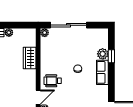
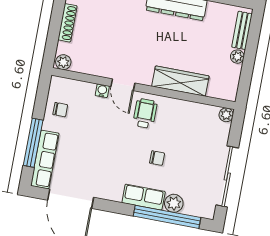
sliding door: (68, 25) -> (227, 176), moved
window: (111, 56) -> (167, 217), width x3.17
wardrobe: (30, 58) -> (180, 81), width x1.50

